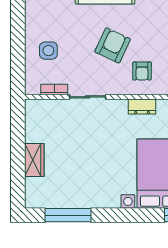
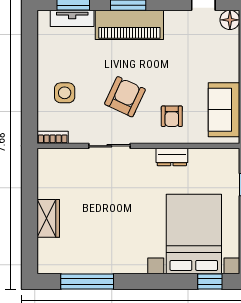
armchair: (113, 45) -> (125, 97), moved
bookcase: (54, 89) -> (53, 137), moved

